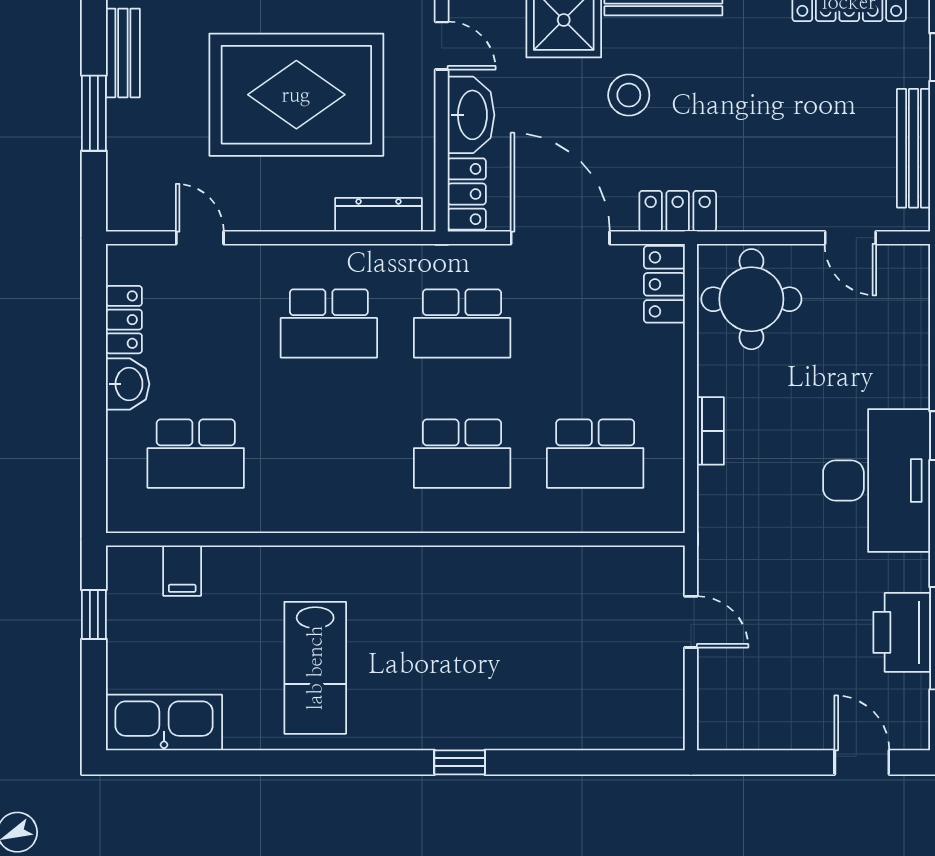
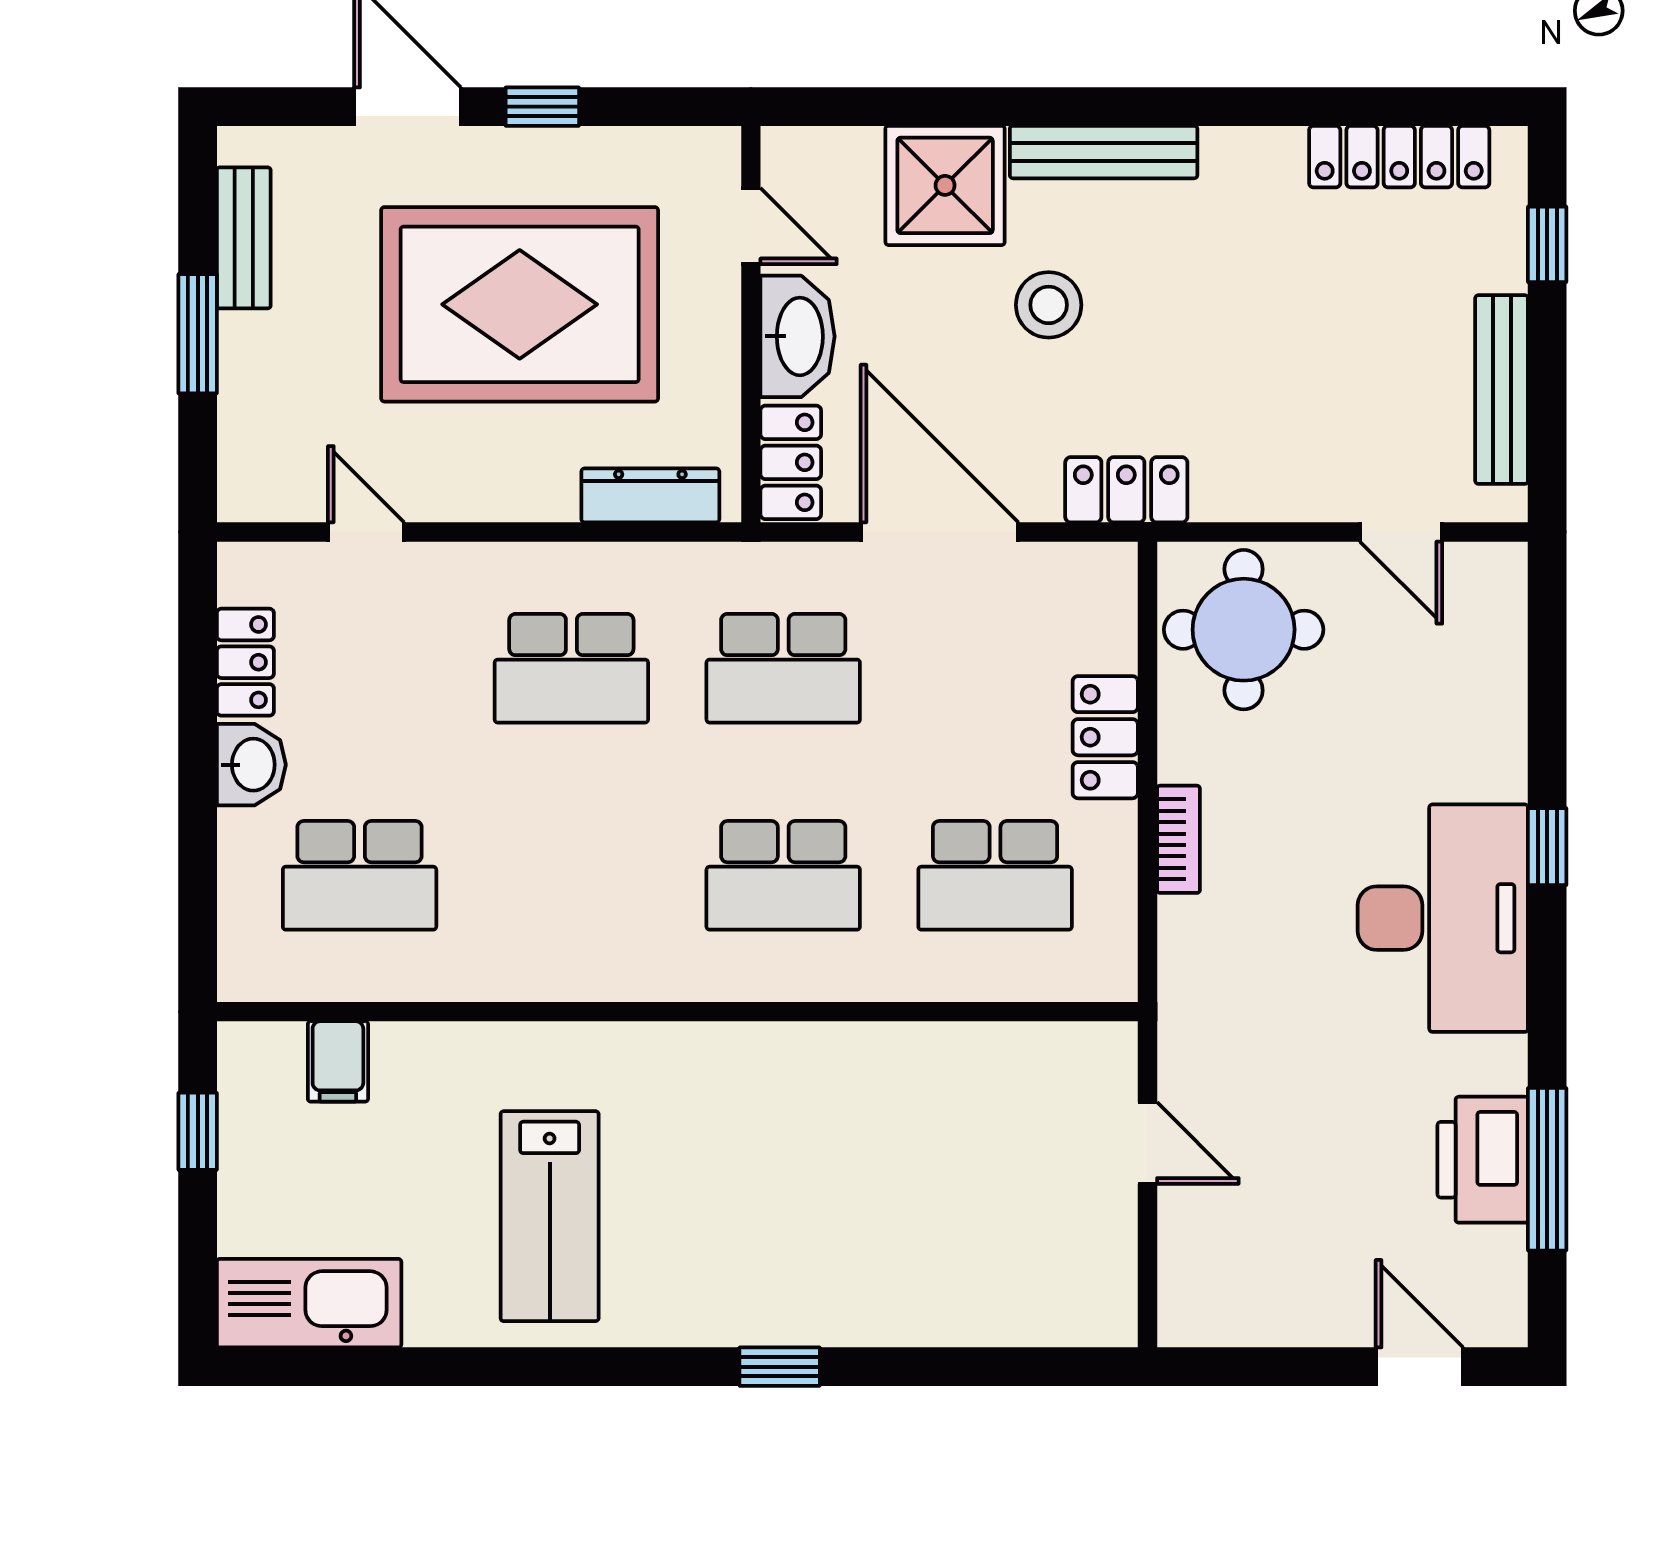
locker: (664, 284) -> (1105, 737), moved

